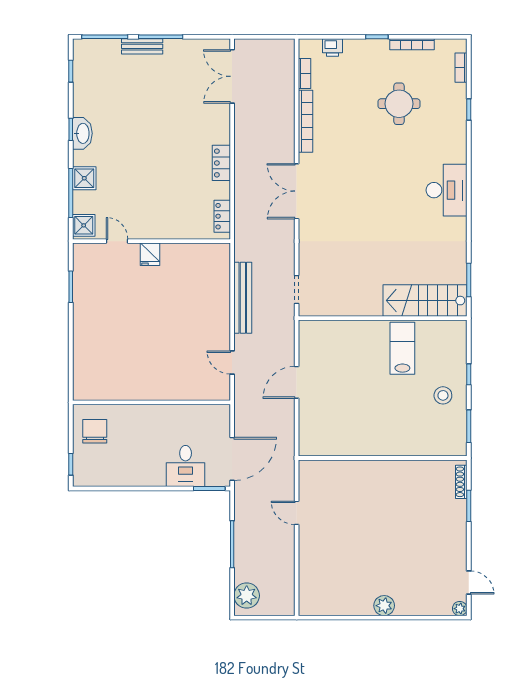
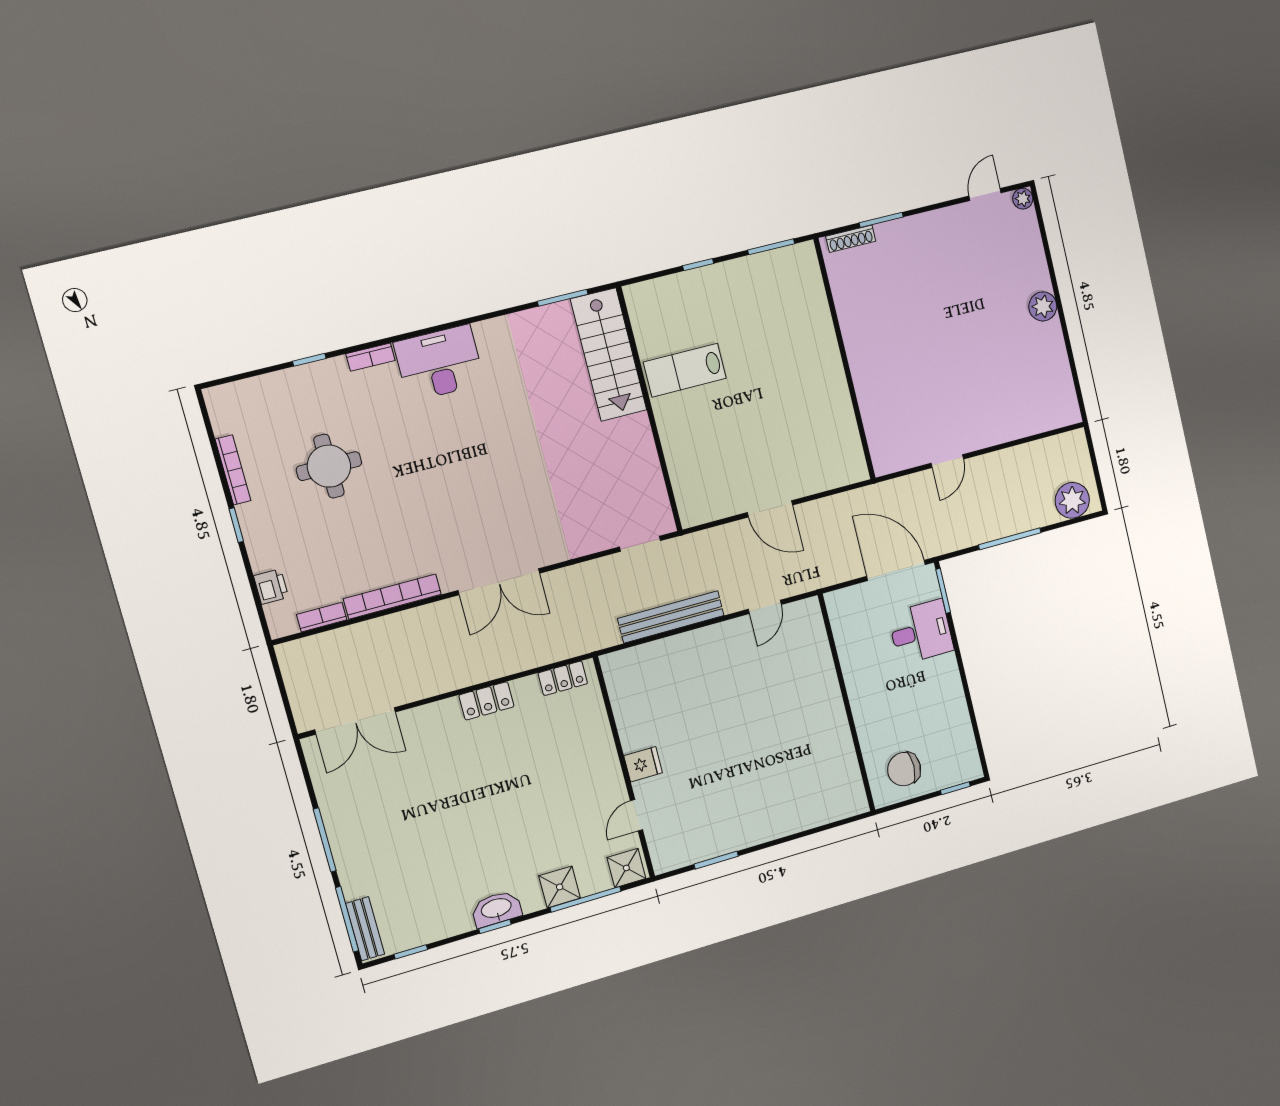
bench: (142, 46) -> (365, 929), moved
bookcase: (461, 68) -> (370, 357), moved
stool: (443, 395) -> (737, 295), removed

